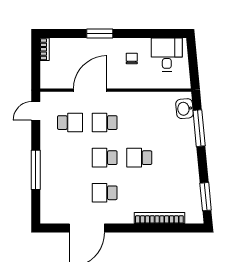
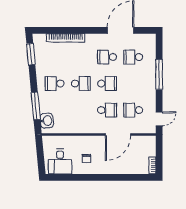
window: (100, 34) -> (111, 177), removed
school desk: (174, 158) -> (55, 84), added
school desk: (70, 193) -> (133, 57), added
school desk: (105, 193) -> (107, 57), turned 180

